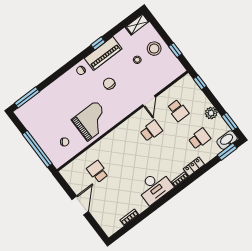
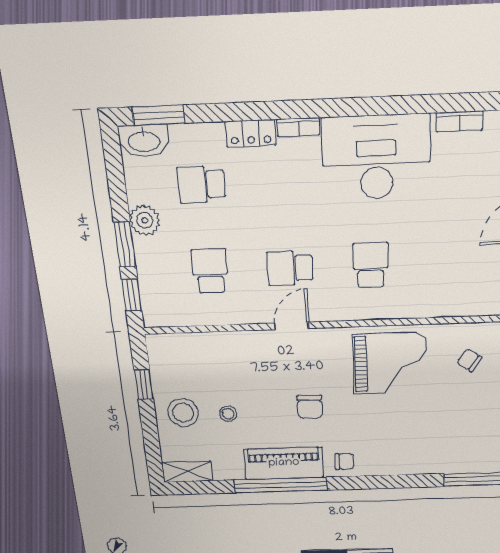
window: (98, 43) -> (281, 485), width x3.17
door: (149, 101) -> (292, 326), moved
grand piano: (92, 121) -> (390, 363), turned 180
window: (230, 122) -> (125, 244), moved
school desk: (97, 172) -> (371, 265), moved, turned 180
desk: (155, 187) -> (376, 157), width x1.36, depth x1.30

